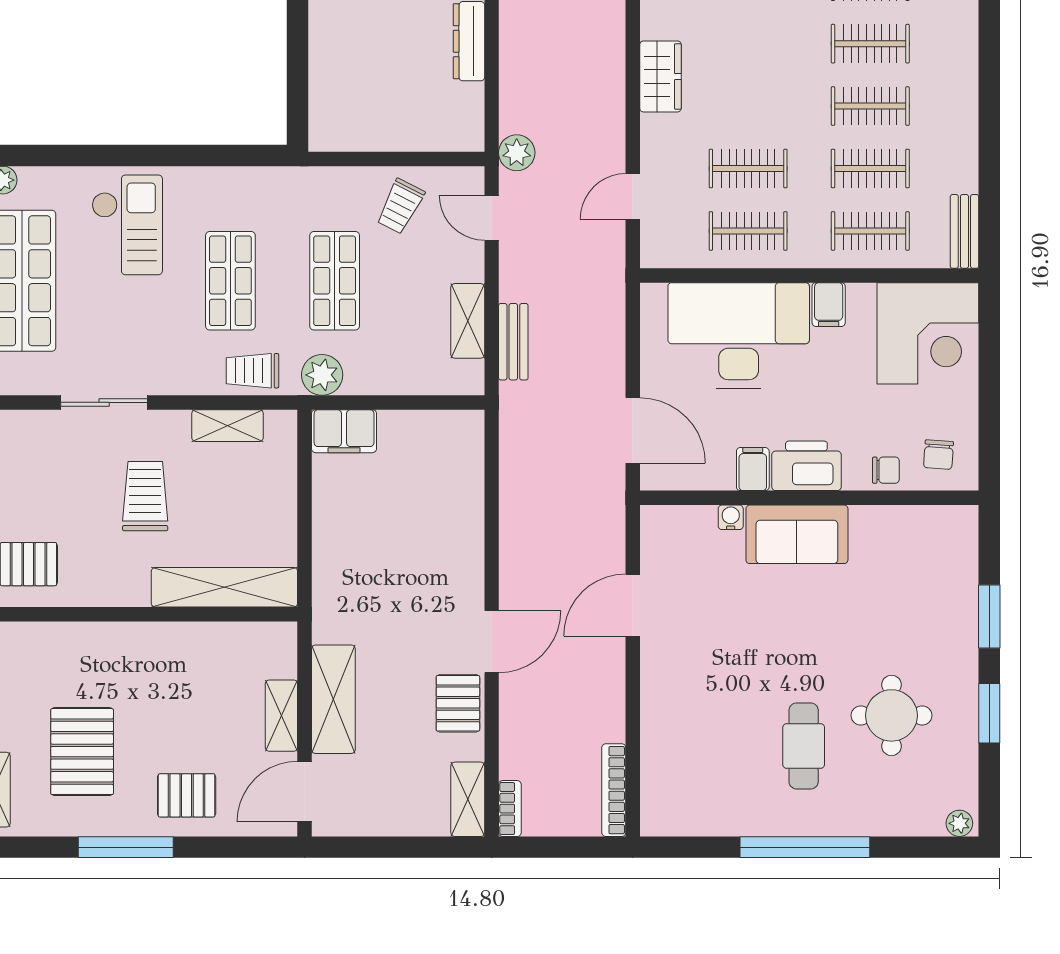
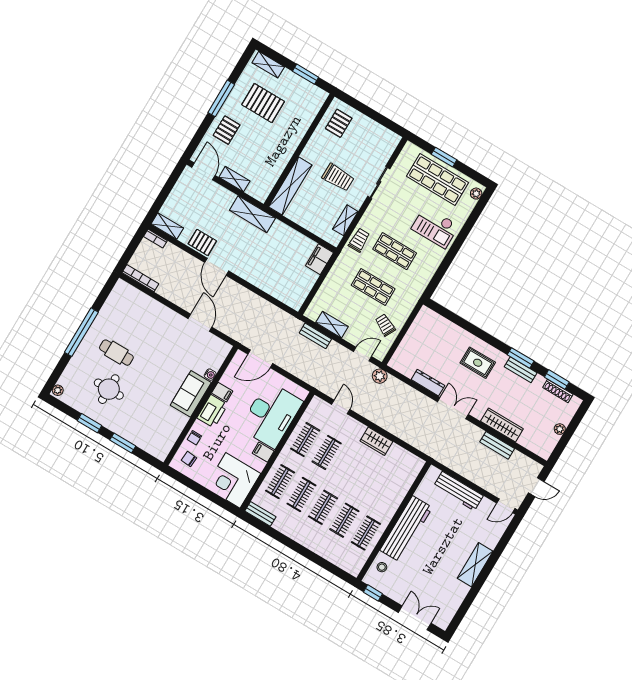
plant: (322, 375) -> (343, 263), removed
shelving: (333, 699) -> (252, 214), moved

